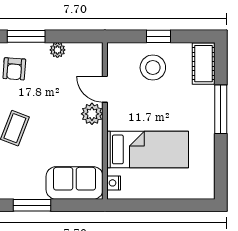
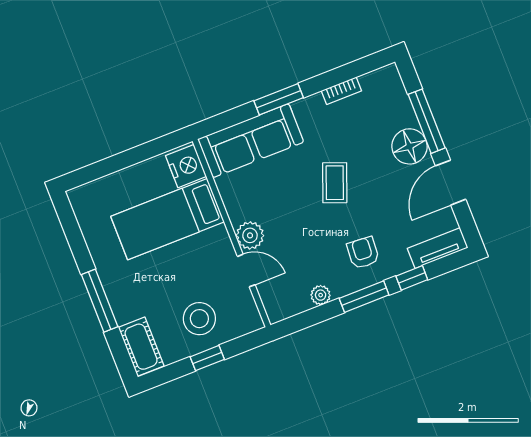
sofa: (75, 183) -> (251, 141), width x1.36
nightstand: (114, 183) -> (186, 166), width x1.89, depth x1.79

